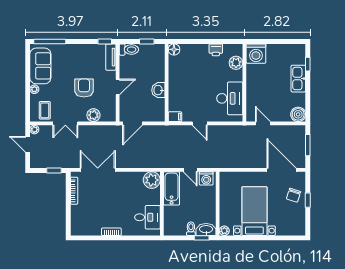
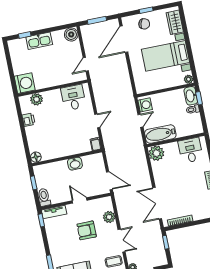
desk: (230, 98) -> (73, 98), width x0.73
wardrobe: (289, 228) -> (175, 22), added

